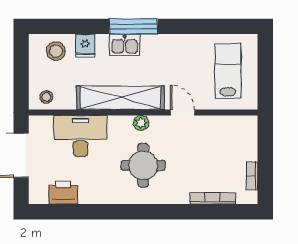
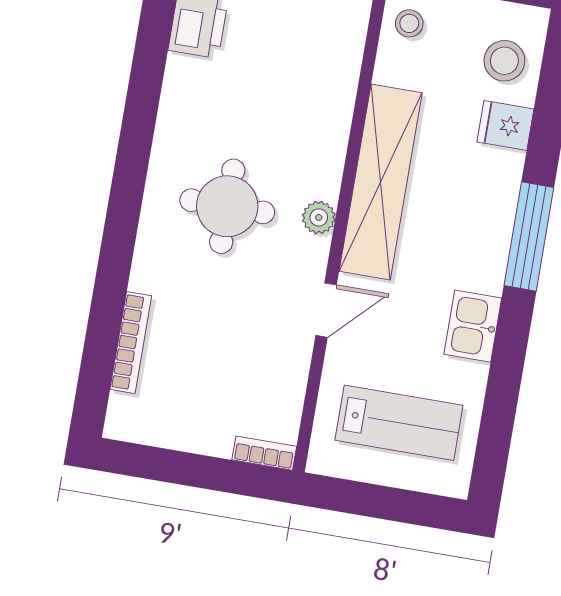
kitchen sink: (125, 45) -> (473, 326), moved
desk: (80, 136) -> (313, 82), removed
bookcase: (252, 176) -> (264, 453), moved

